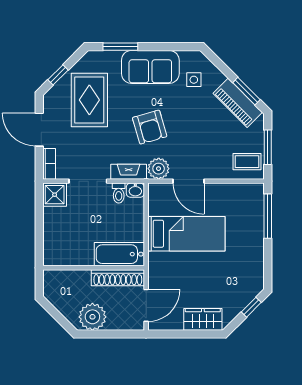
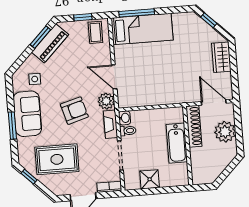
window: (120, 47) -> (12, 126), moved
window: (58, 75) -> (29, 177), moved
window: (268, 147) -> (83, 17), width x0.67
door: (189, 181) -> (114, 77), swing flipped
shower: (55, 195) -> (150, 179), moved
bed: (186, 234) -> (142, 29), moved, turned 90
bathtub: (119, 254) -> (177, 143), moved
plant: (92, 317) -> (225, 132), moved

